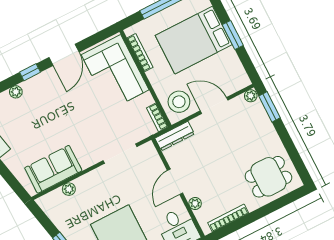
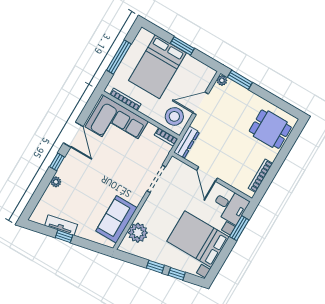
dining table: (268, 177) -> (270, 129), turned 90
plant: (69, 189) -> (138, 233), width x1.87, depth x1.87
plant: (195, 203) -> (231, 180), removed

